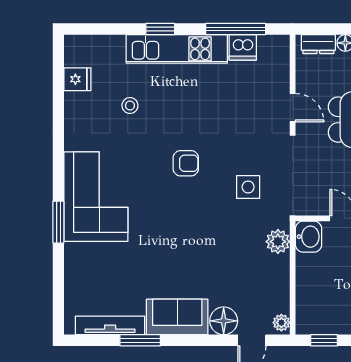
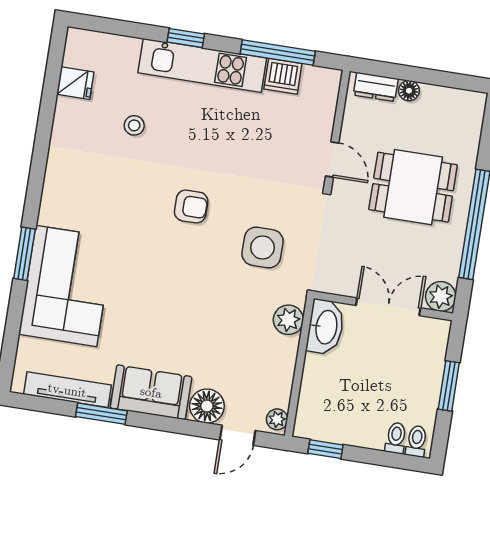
side table: (248, 187) -> (263, 247), width x1.37, depth x1.37
corner sofa: (96, 197) -> (66, 286), moved
washbasin: (309, 237) -> (325, 327), width x1.38

